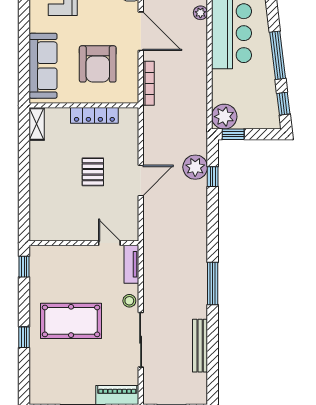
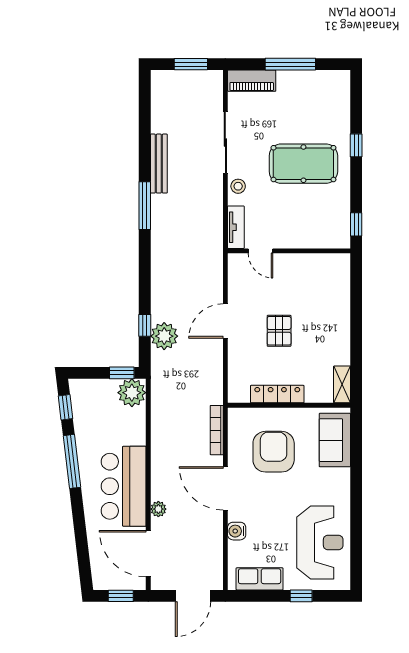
sofa: (43, 66) -> (335, 440), width x0.73
bench: (200, 346) -> (159, 164), moved

